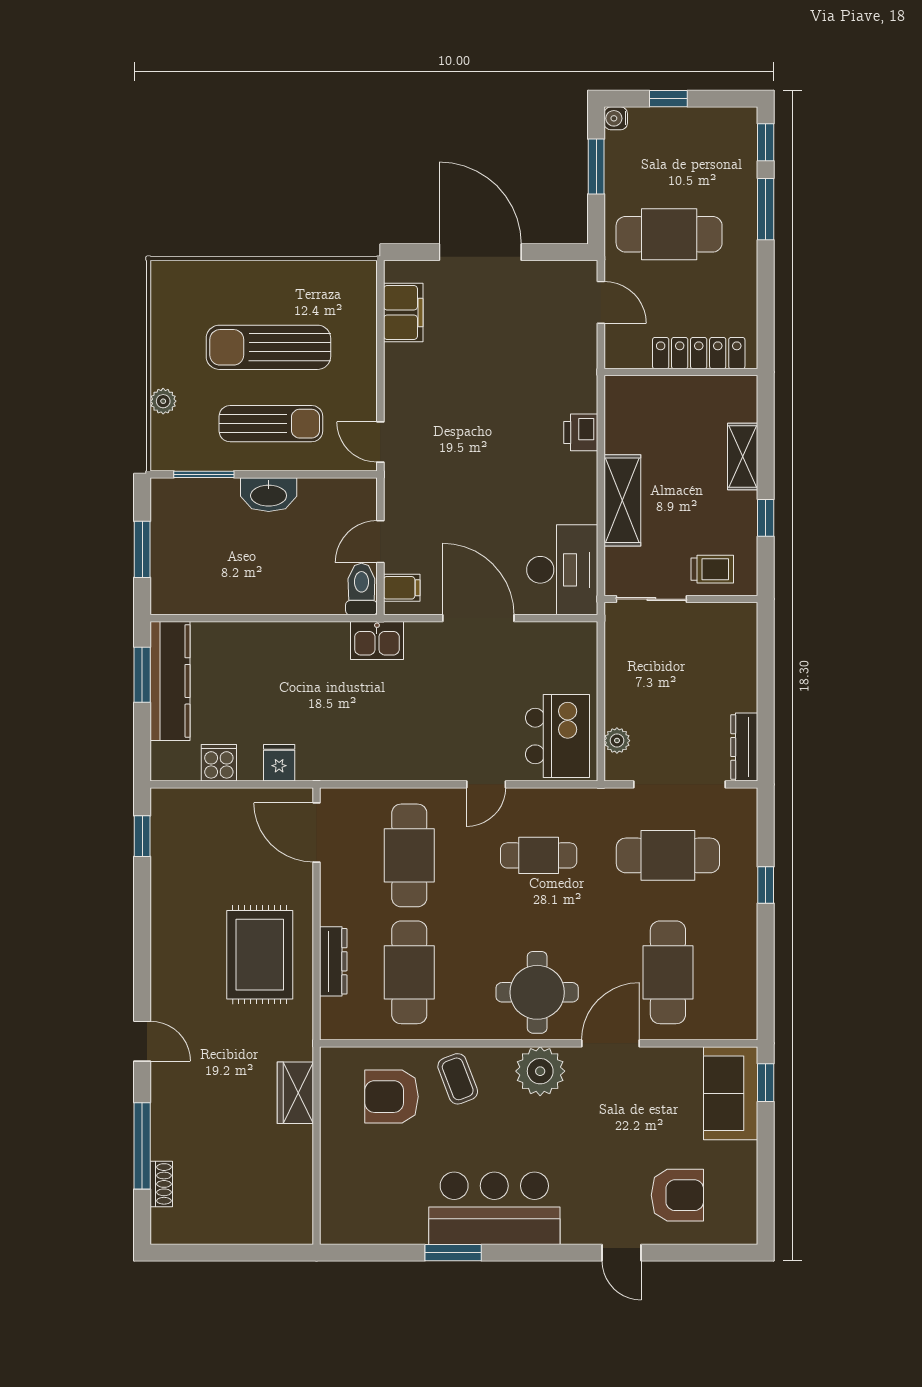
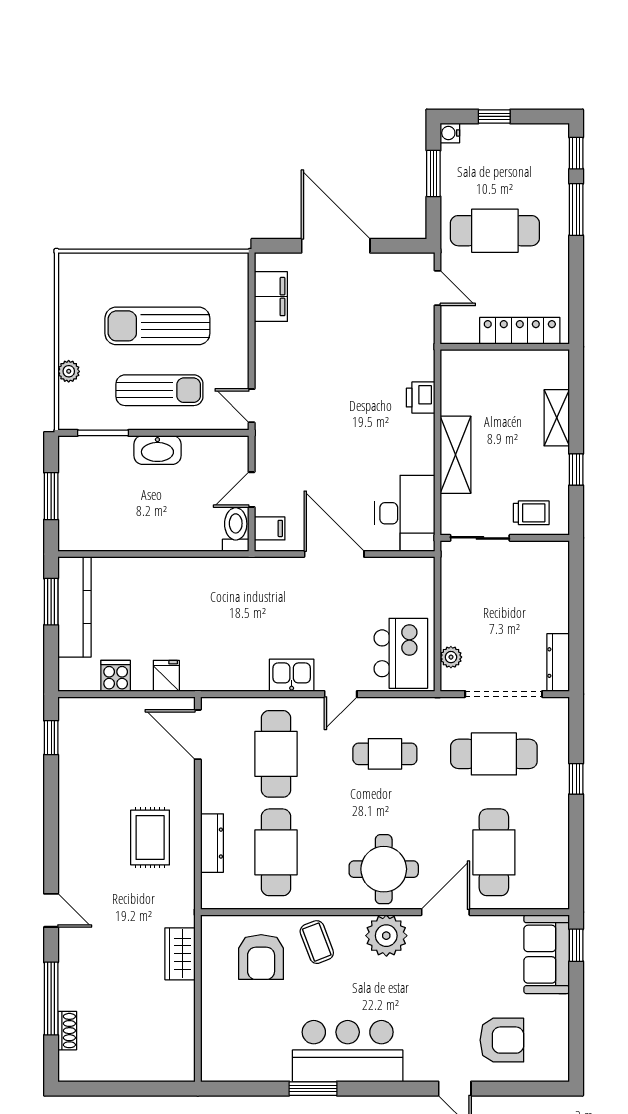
kitchen sink: (377, 641) -> (292, 675), moved, turned 180
rug: (260, 955) -> (150, 837), width x0.73, depth x0.70
armchair: (392, 1097) -> (261, 957), turned -90

